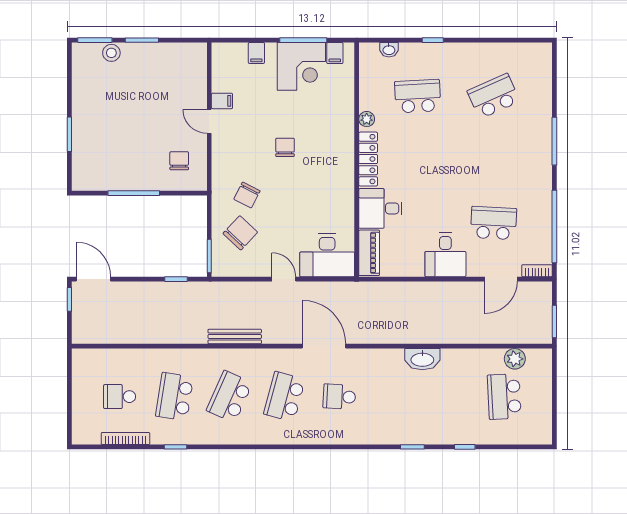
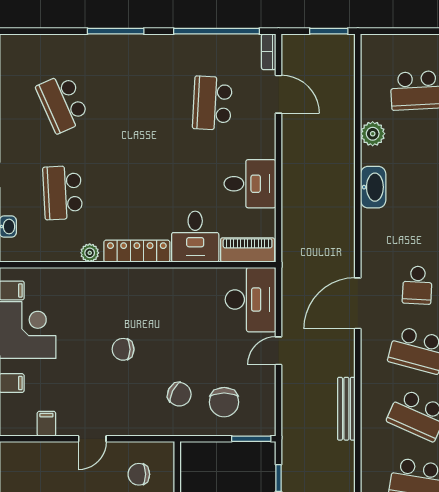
filing cabinet: (222, 101) -> (46, 424), moved
chair: (240, 233) -> (224, 402), turned -133
desk: (445, 255) -> (250, 184), moved
plant: (515, 359) -> (373, 134), moved

